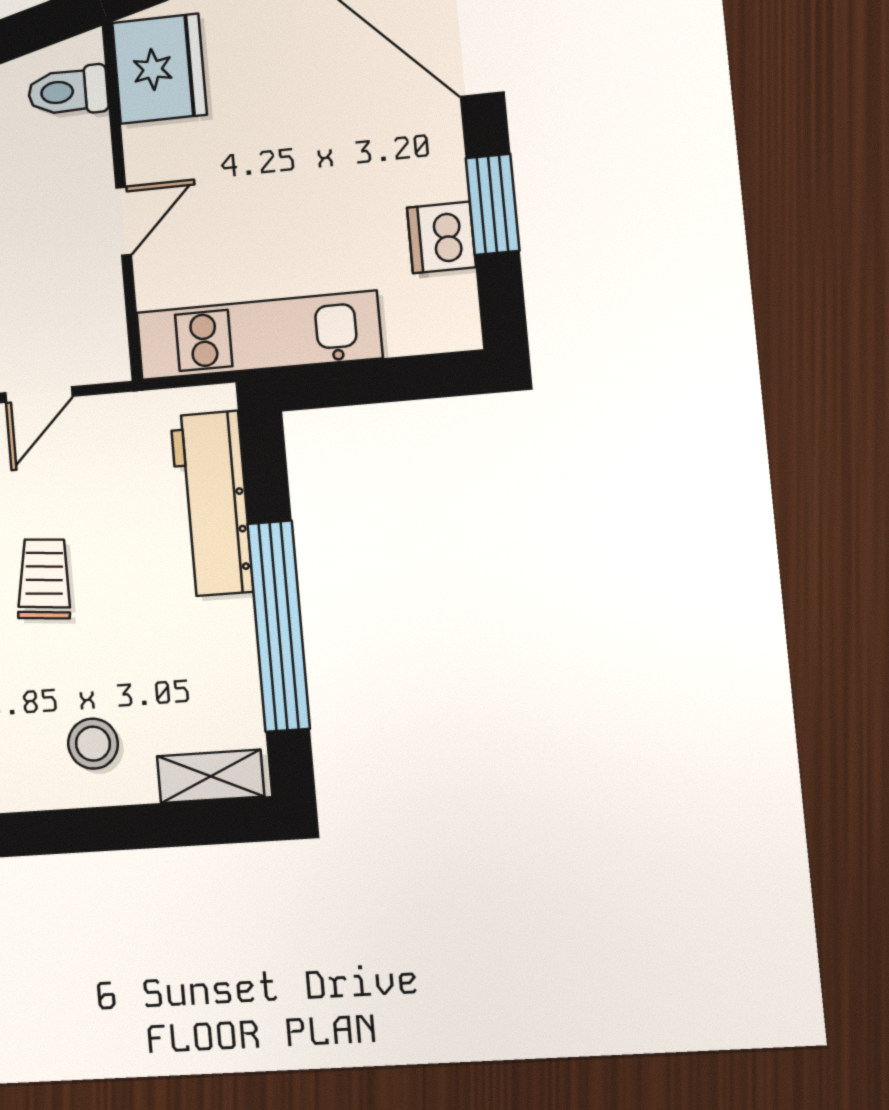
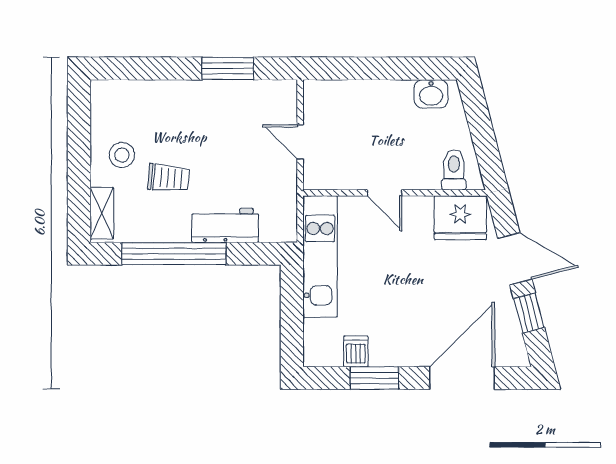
dishwasher: (441, 237) -> (356, 351), width x0.73
workbench: (212, 504) -> (225, 225), width x0.73
trolley: (44, 579) -> (168, 178), moved

